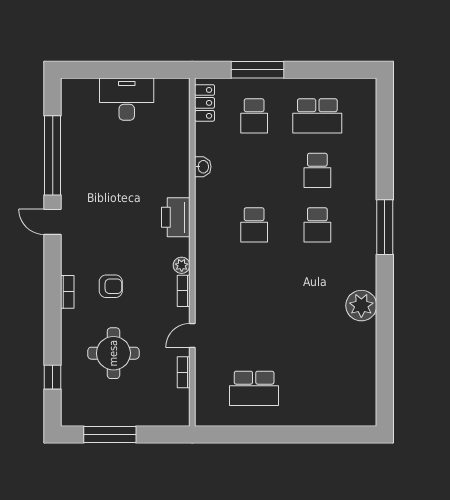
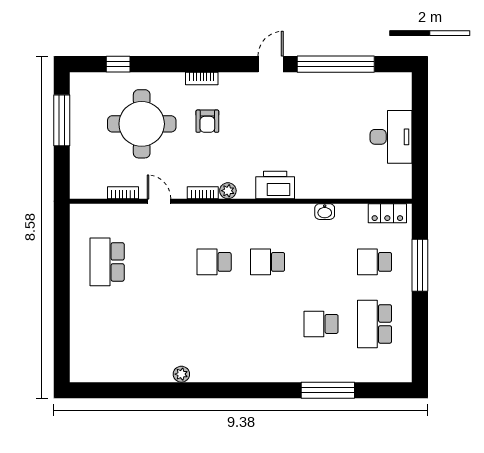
school desk: (317, 225) -> (214, 262), moved
window: (385, 227) -> (328, 390), moved
plant: (361, 306) -> (181, 374), width x0.53, depth x0.53
round table: (113, 353) -> (142, 124), width x1.36, depth x1.36

